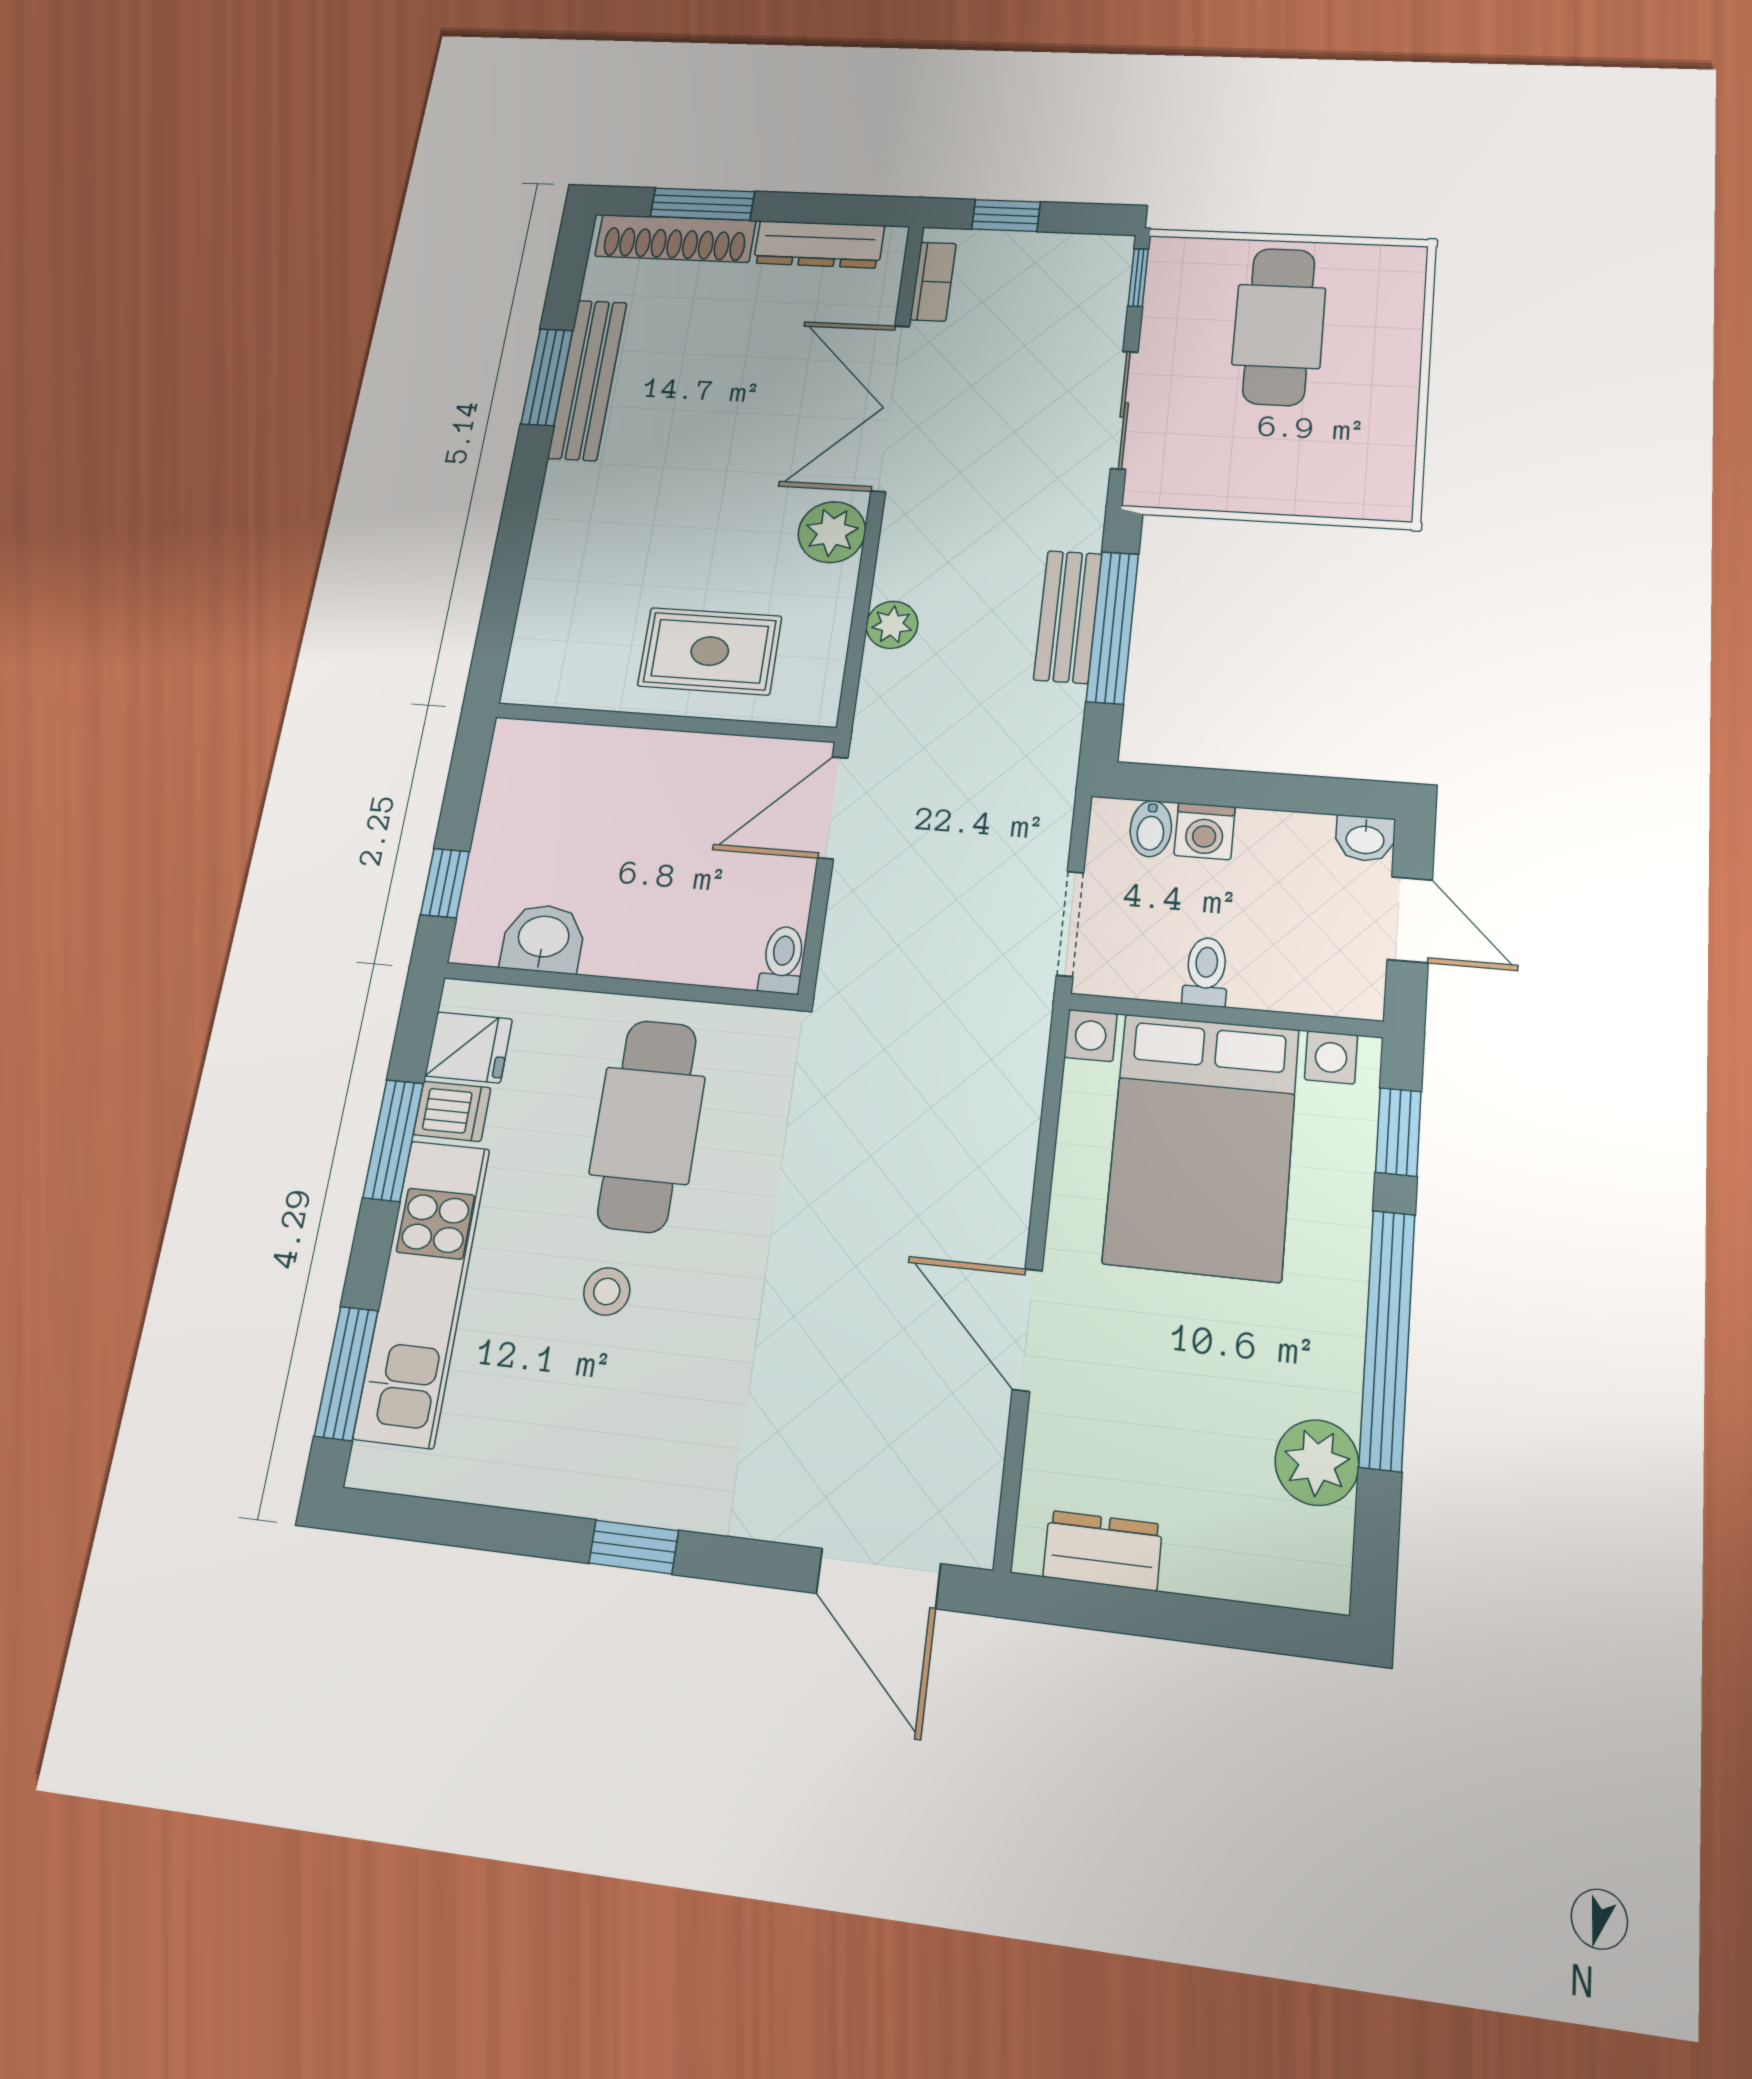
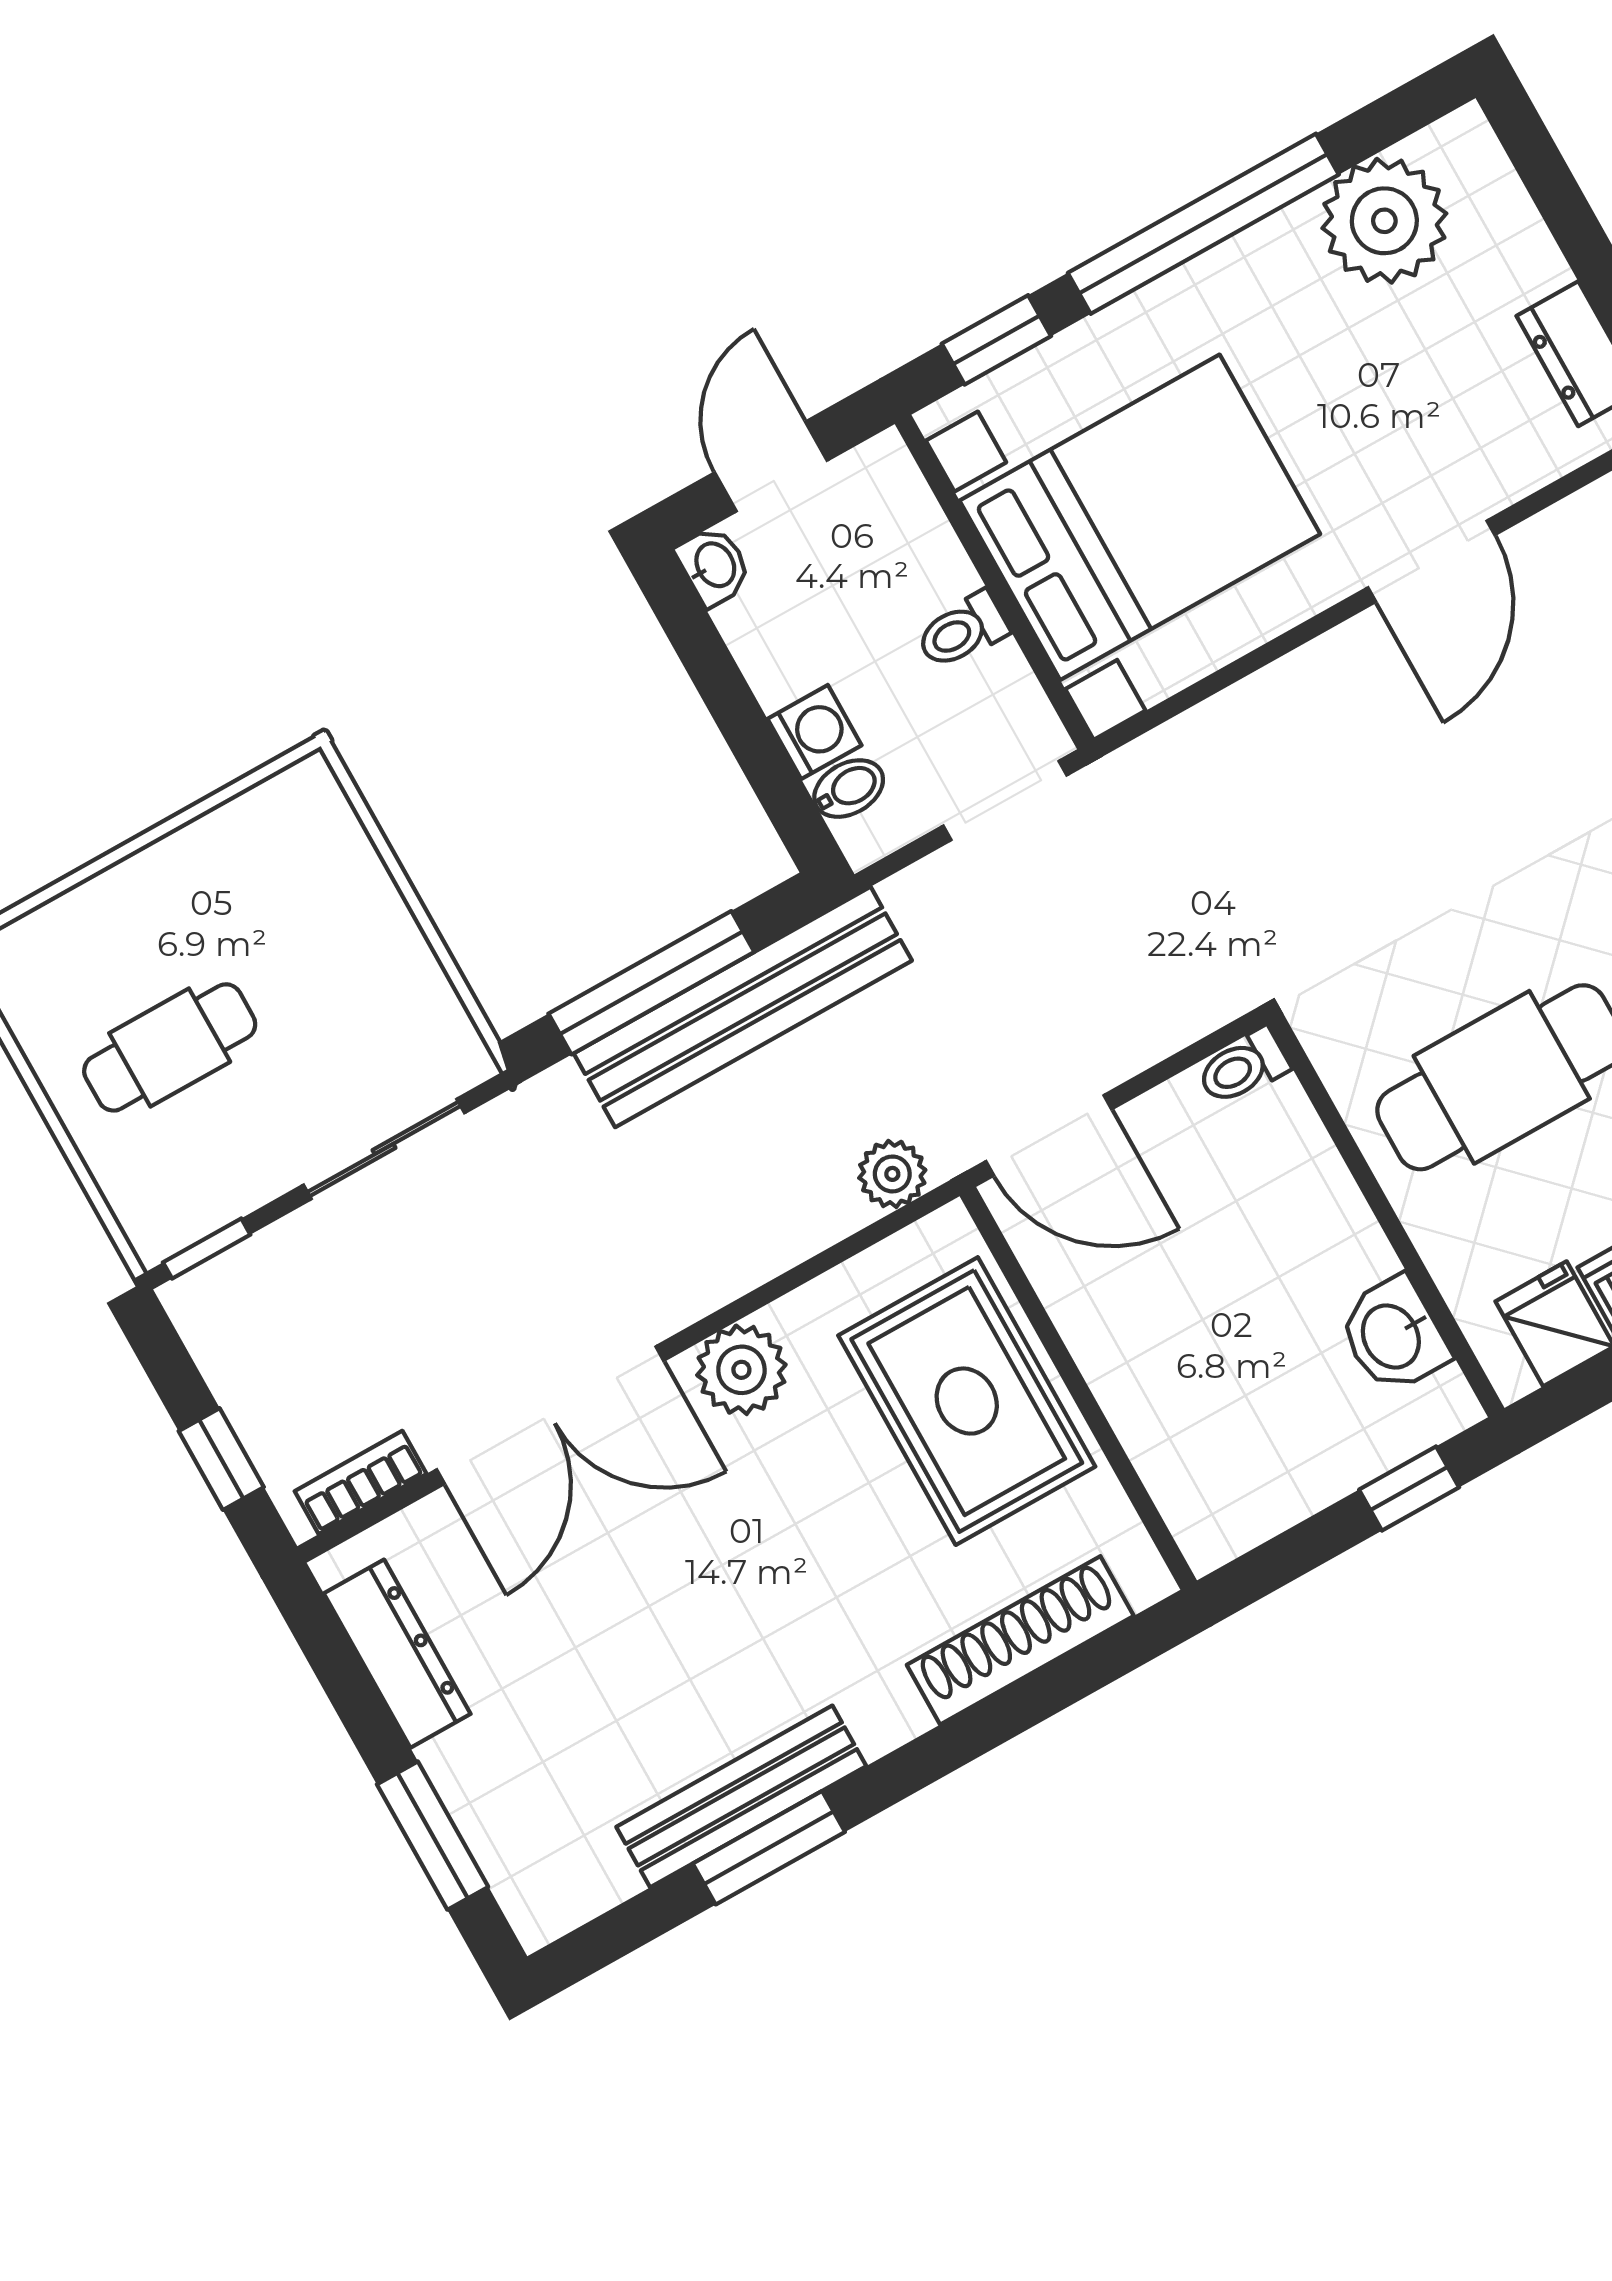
shoe rack: (675, 238) -> (1020, 1640), moved, turned -90
cafe table: (1279, 326) -> (170, 1047), width x0.73, depth x0.74
bench: (1068, 617) -> (743, 1007), width x1.86, depth x1.21
plant: (892, 625) -> (892, 1174), moved
rug: (710, 651) -> (967, 1401), width x1.36, depth x1.43
plant: (1317, 1463) -> (1384, 221), width x1.36, depth x1.36

